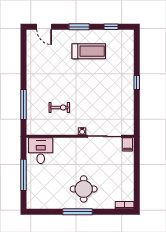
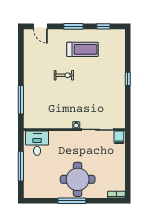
exercise bike: (59, 107) -> (64, 75), moved
round table: (84, 189) -> (78, 179), width x1.36, depth x1.36

